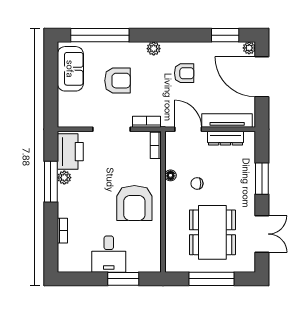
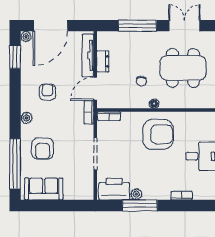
armchair: (118, 81) -> (43, 149), moved, turned 180
bookcase: (146, 122) -> (89, 112), moved
dresser: (225, 138) -> (103, 61), width x0.70
floor lamp: (171, 175) -> (154, 104), moved
window: (262, 179) -> (137, 26), width x1.44

